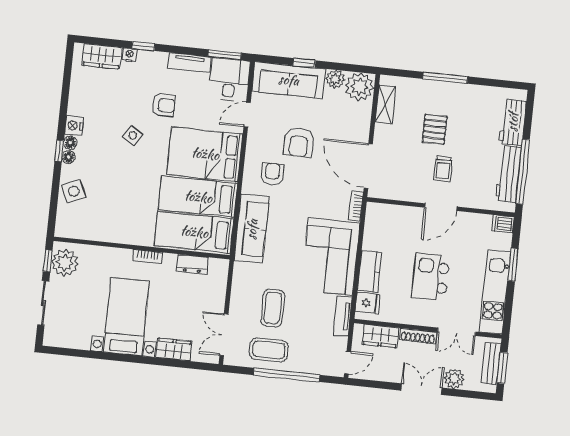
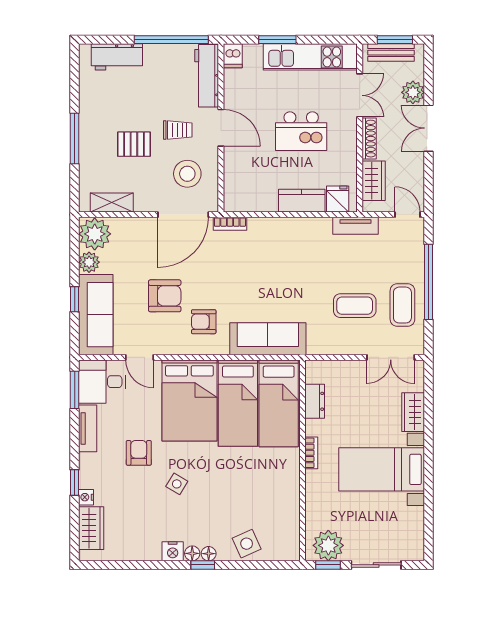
stool: (404, 173) -> (187, 174), added
workbench: (508, 174) -> (207, 76), moved, turned 90
corner sofa: (330, 256) -> (290, 247), removed

